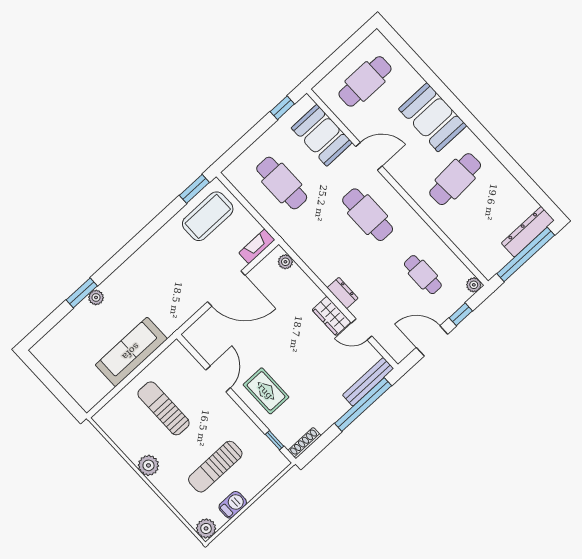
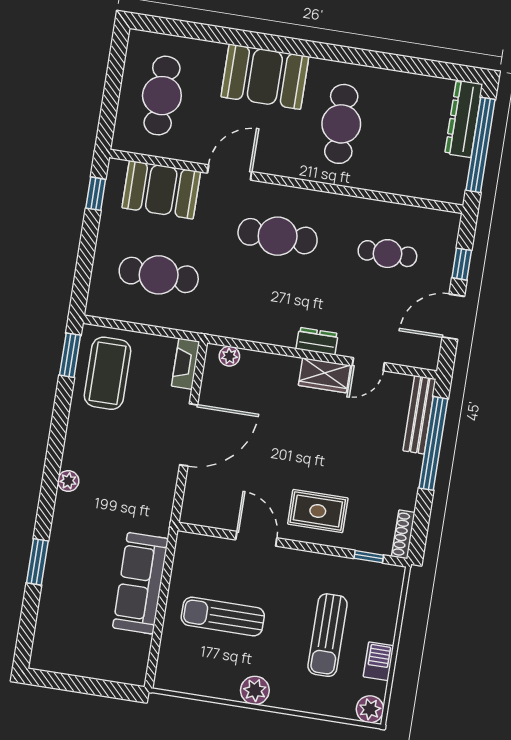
plant: (474, 285) -> (451, 221), removed
plant: (96, 297) -> (68, 481), moved

